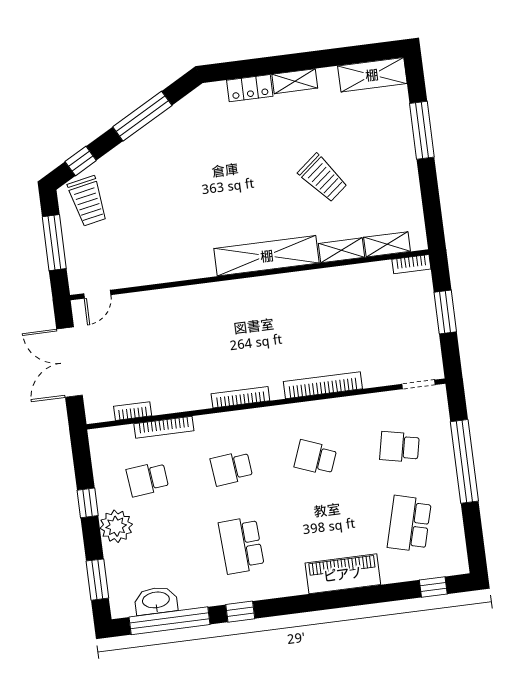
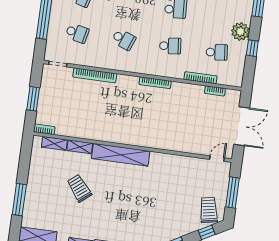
bookcase: (323, 385) -> (95, 75), moved

